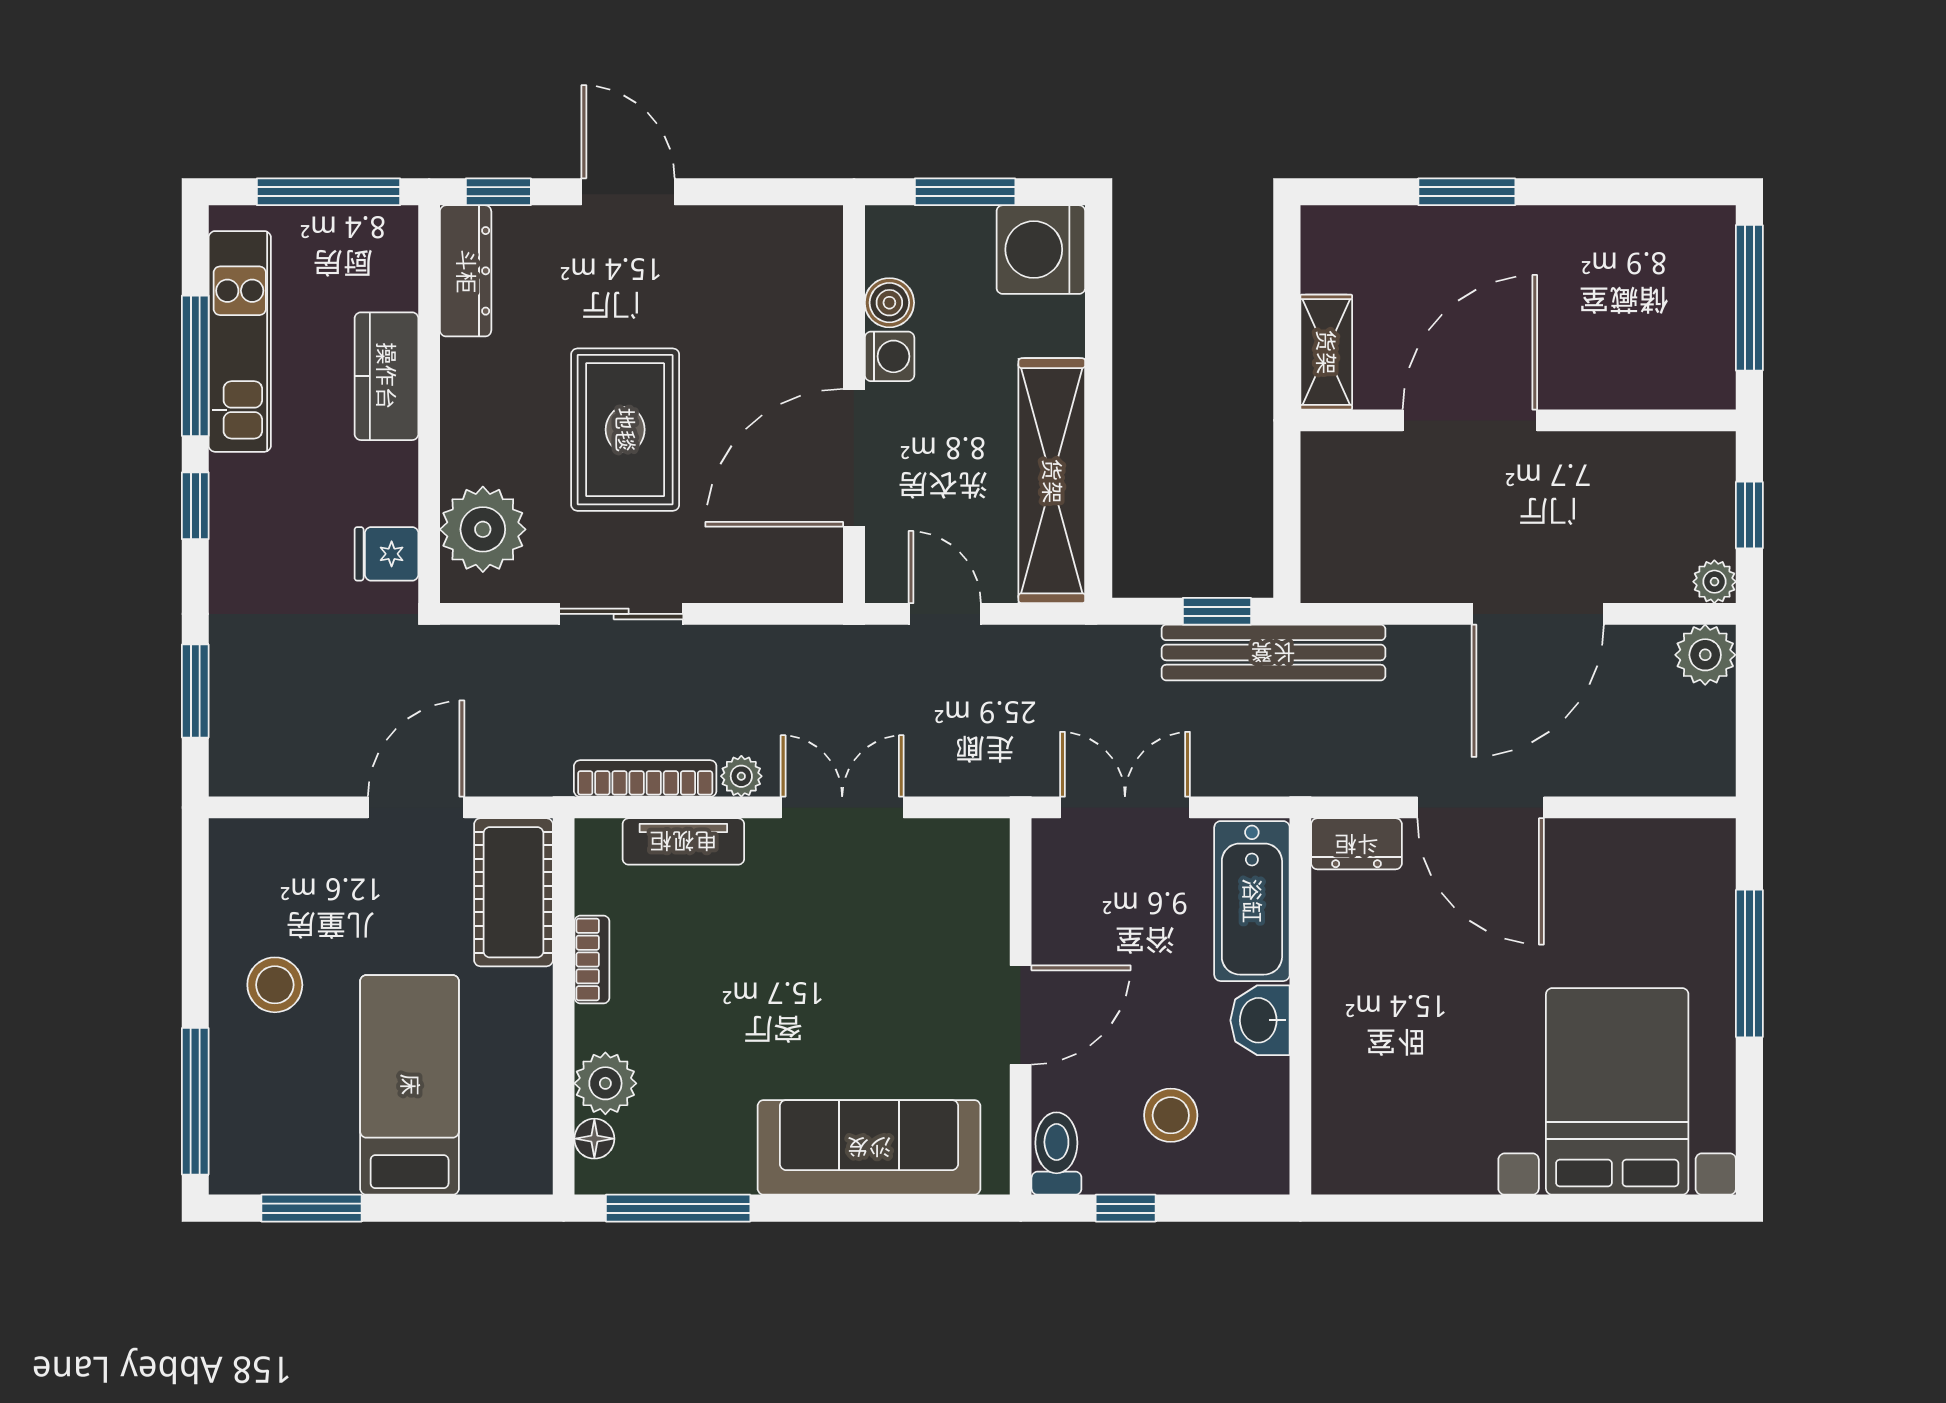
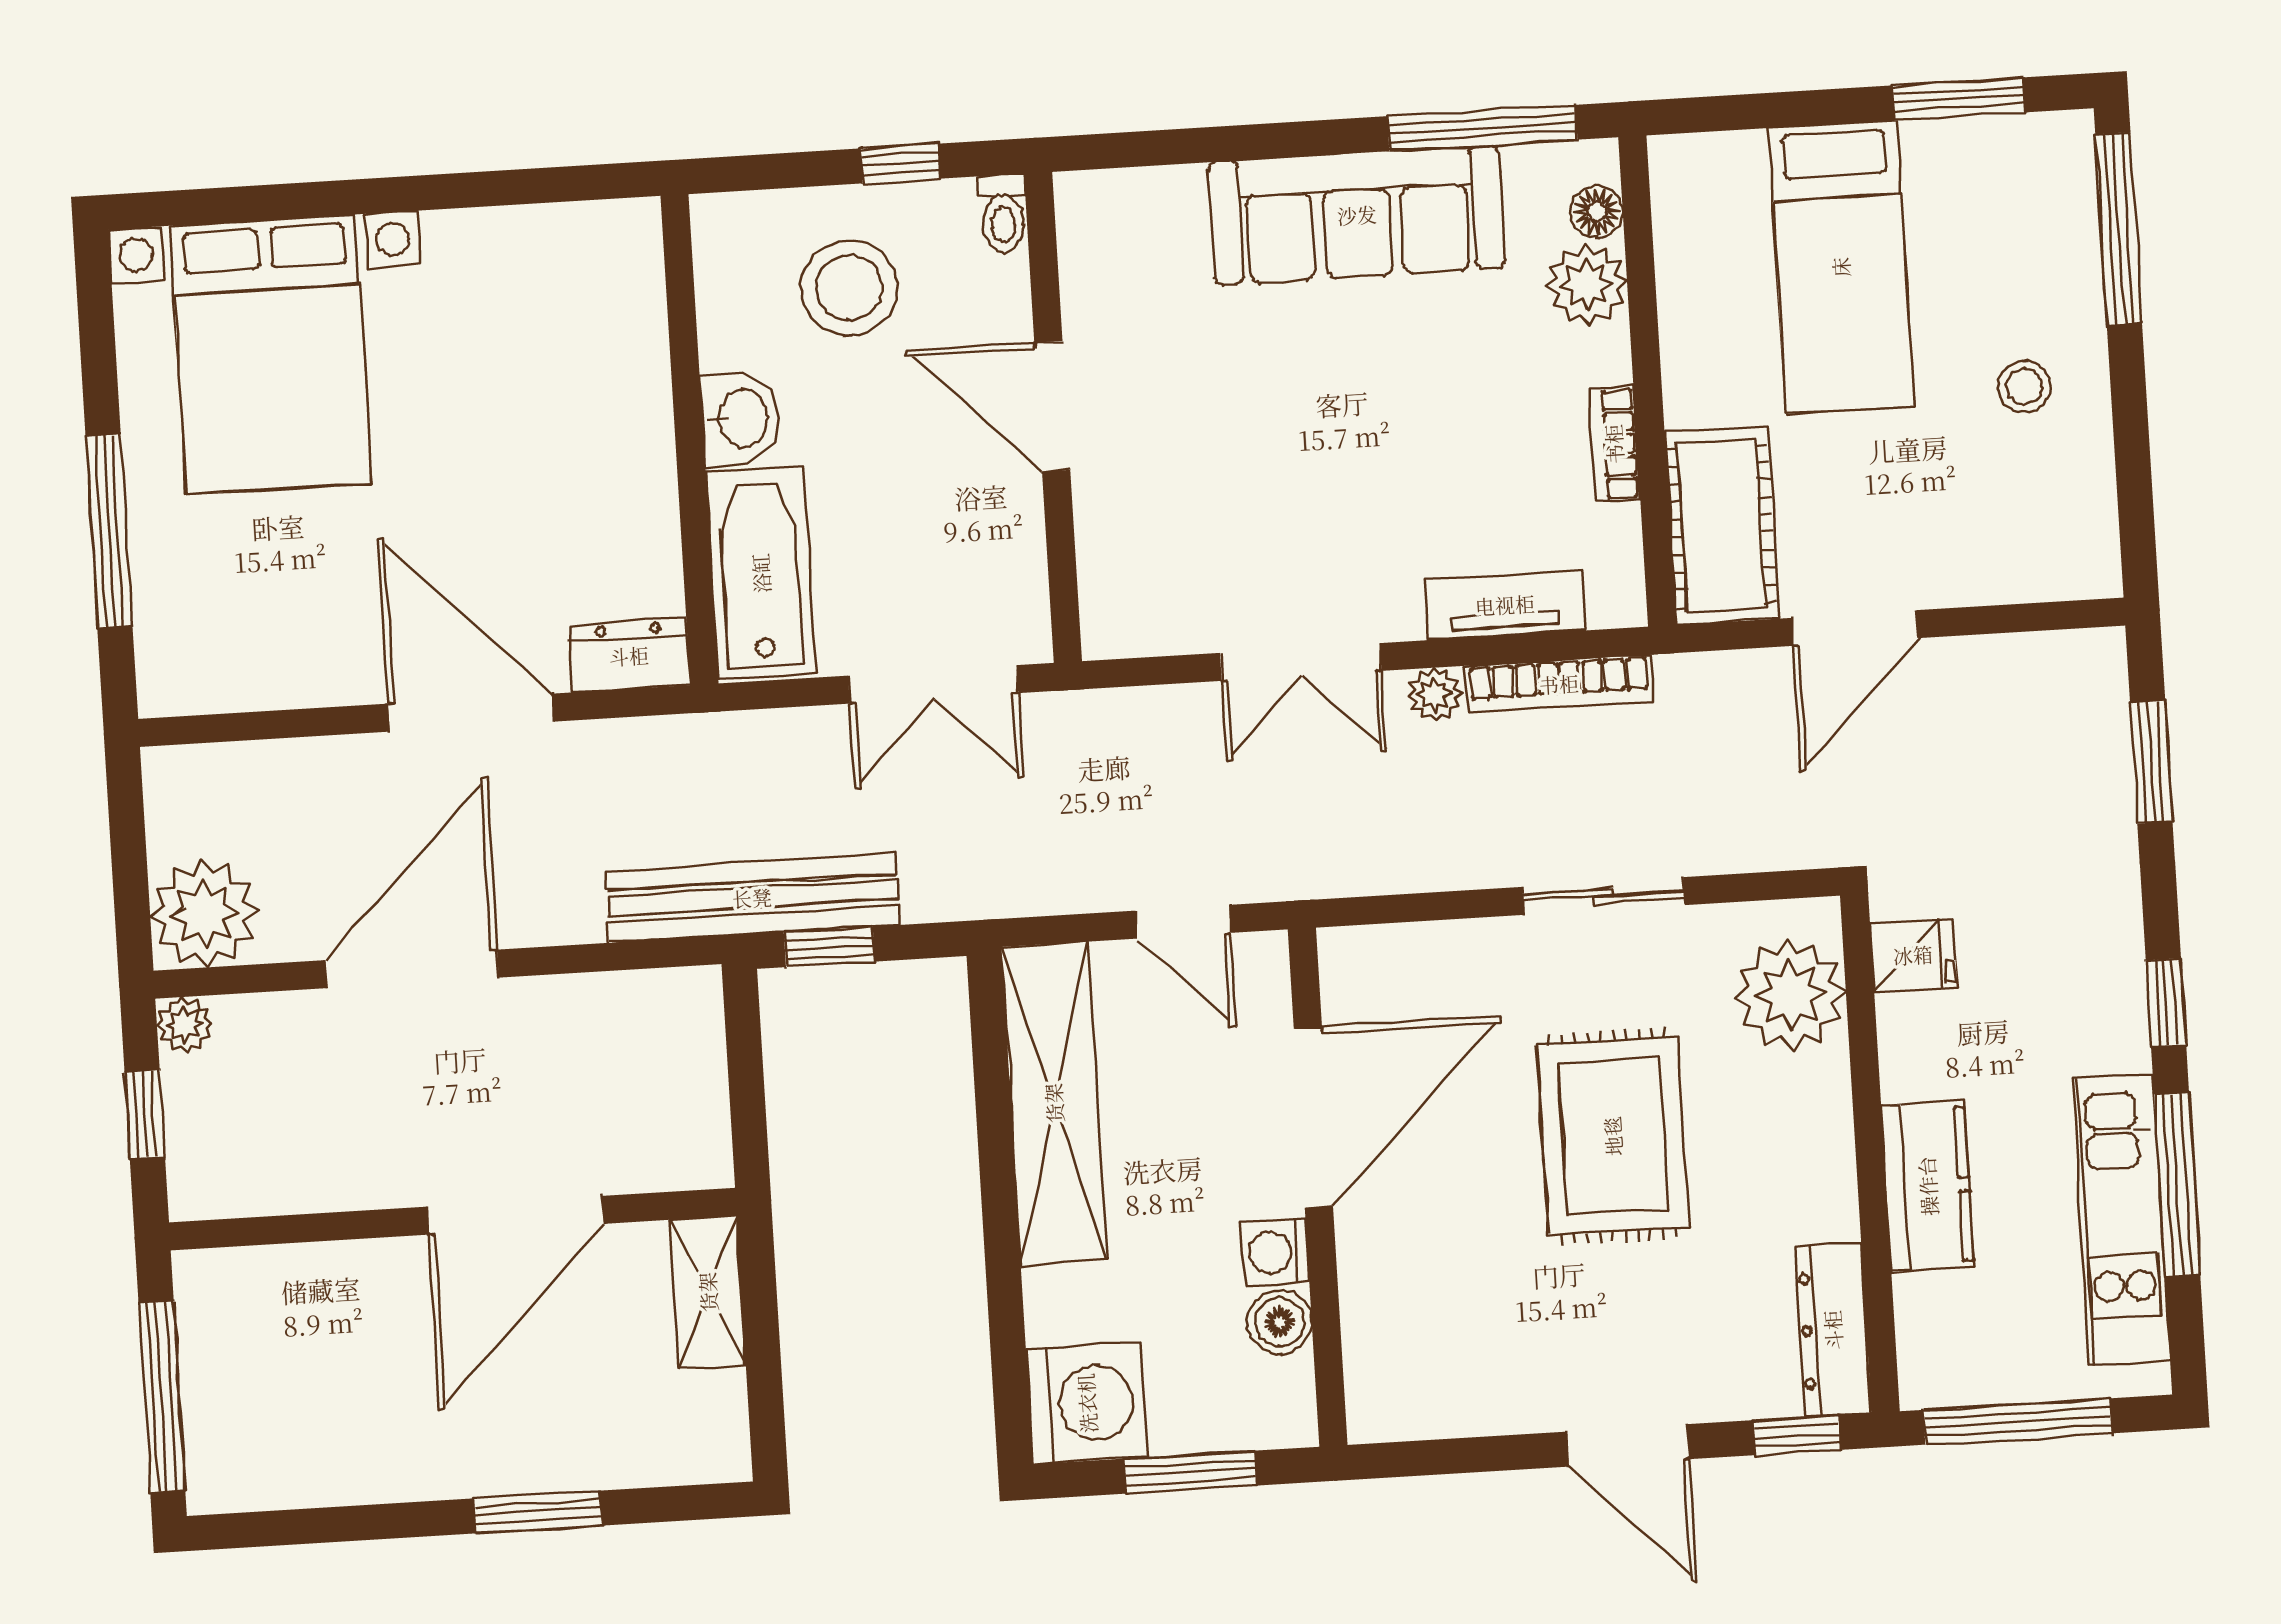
plant: (1705, 655) -> (204, 914), width x1.36, depth x1.36
stool: (275, 985) -> (2024, 386), width x0.73, depth x0.73
door: (1021, 1015) -> (1052, 406), hinge flipped
stool: (1171, 1115) -> (849, 288), width x1.38, depth x1.38
sofa: (869, 1147) -> (1357, 215), moved
toilet: (1056, 1154) -> (1003, 214), width x0.73, depth x0.72

